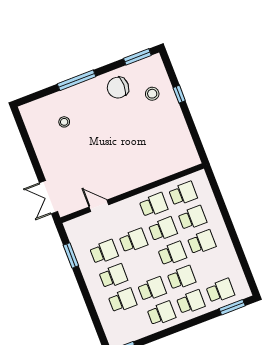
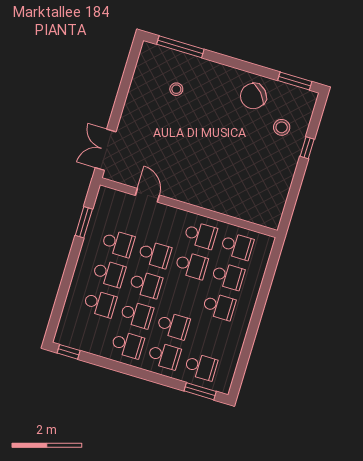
window: (77, 80) -> (180, 47), moved
chair: (118, 88) -> (253, 96), turned -43
school desk: (172, 254) -> (146, 284), moved

